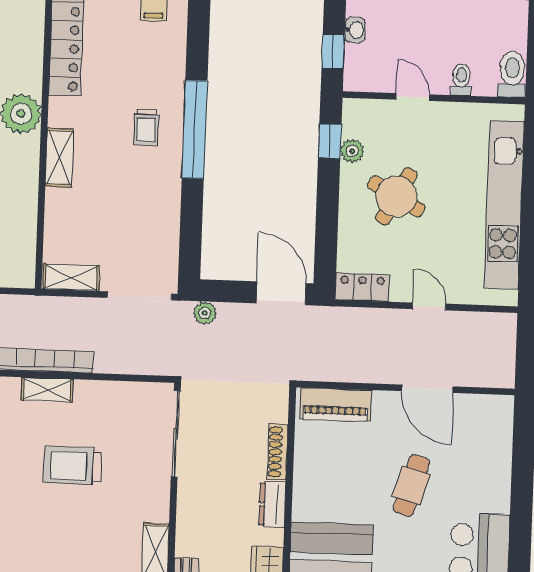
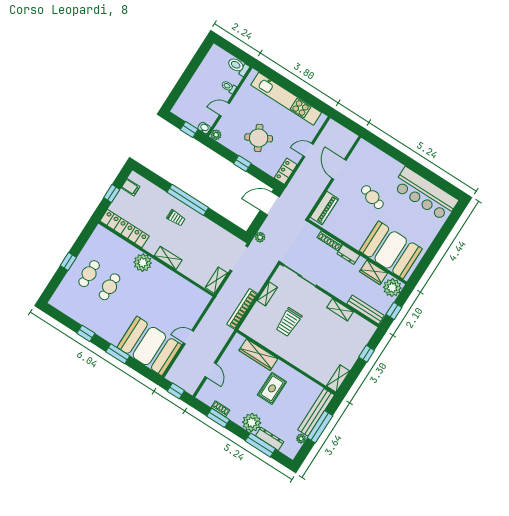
washbasin: (355, 30) -> (204, 128), moved
window: (330, 141) -> (242, 164), moved
plant: (352, 151) -> (216, 135), moved
round table: (396, 196) -> (259, 138), turned 33
door: (427, 389) -> (339, 169), swing flipped
shelving: (47, 390) -> (267, 294), moved

